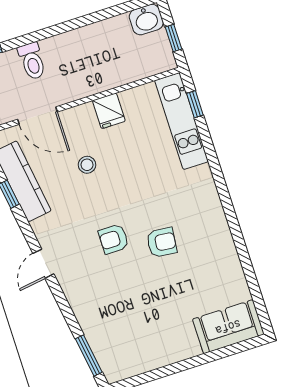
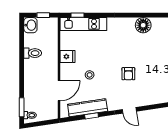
toilet: (32, 61) -> (33, 53), moved
floor lamp: (216, 237) -> (143, 25), added
armchair: (162, 242) -> (137, 52), removed

